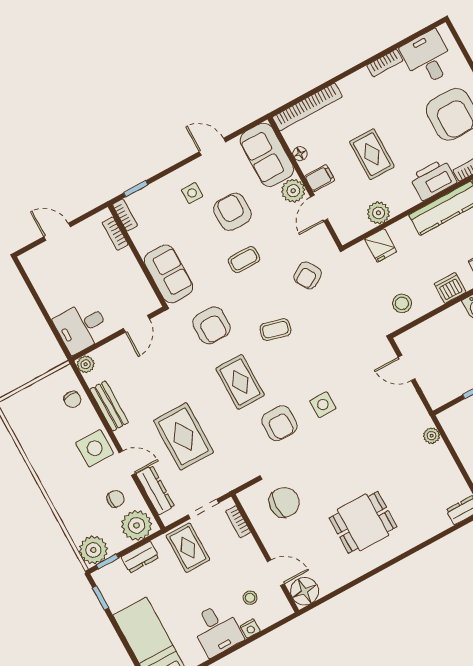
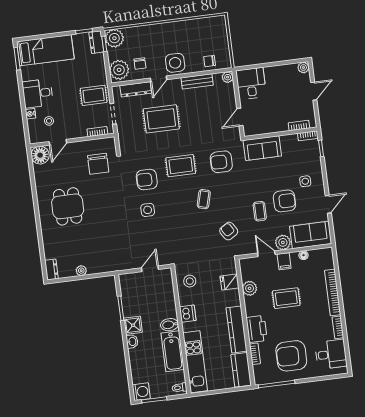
bookcase: (307, 107) -> (333, 293), moved
plant: (29, 260) -> (303, 68), added
coffee table: (244, 260) -> (260, 211), moved
door: (136, 324) -> (240, 117), hinge flipped
plant: (432, 436) -> (81, 271), moved
dresser: (140, 557) -> (96, 42), moved

